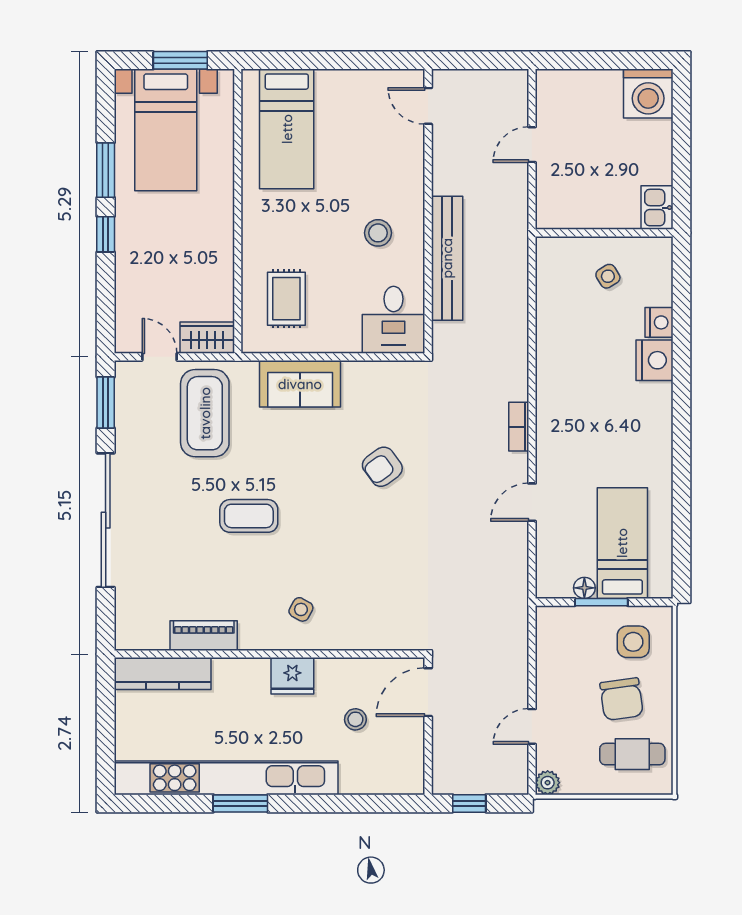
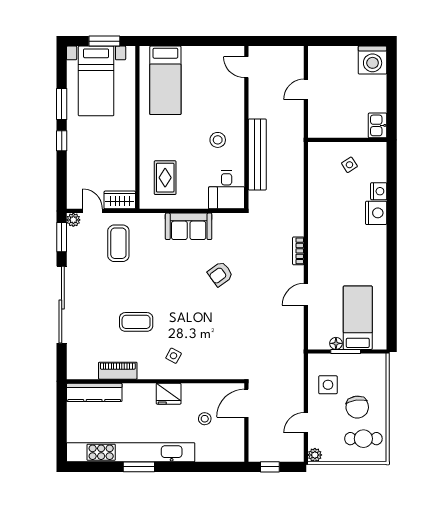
plant: (126, 372) -> (73, 220), added
sofa: (300, 384) -> (189, 226), moved
coffee table: (205, 413) -> (118, 243), width x0.73, depth x0.76
coffee table: (249, 516) -> (136, 322), moved
side table: (633, 642) -> (328, 385), moved

